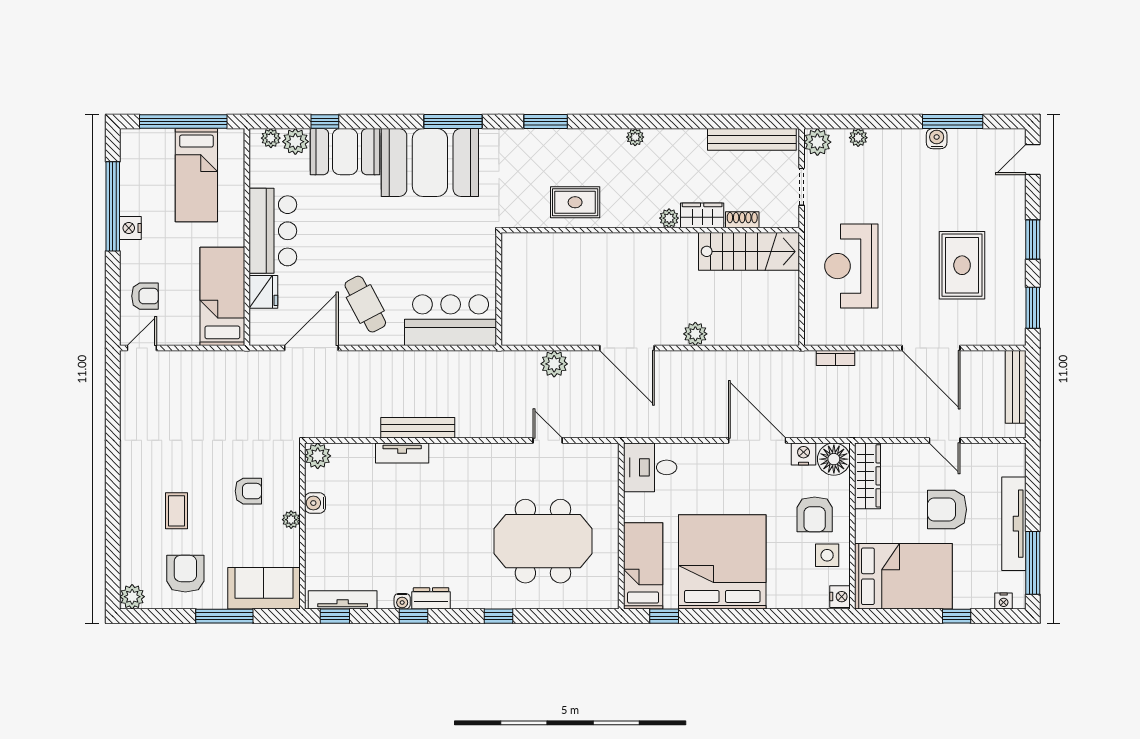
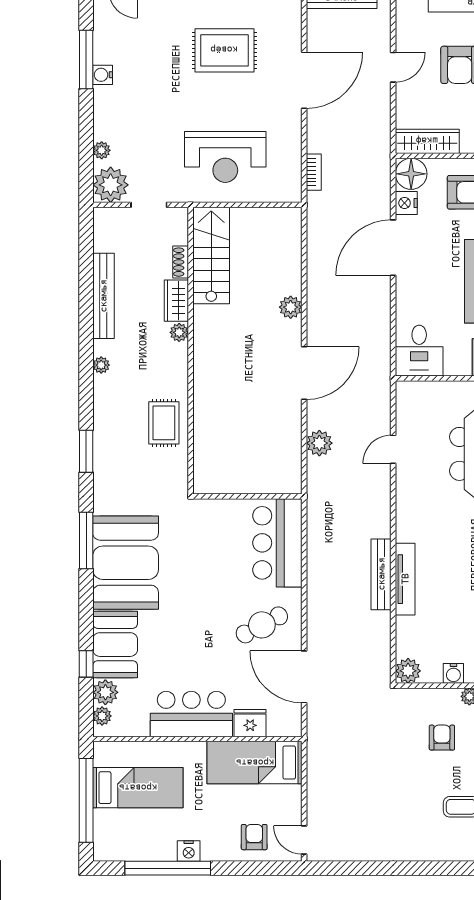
bench: (752, 139) -> (103, 296), moved
plant: (817, 142) -> (111, 185), width x1.36, depth x1.36
tv unit: (402, 453) -> (405, 579), width x1.41

